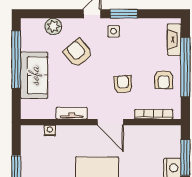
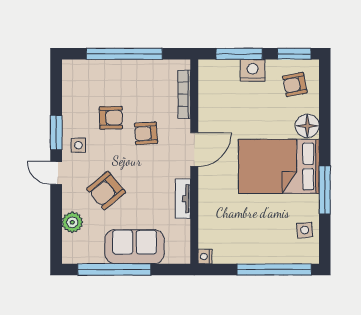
fireplace: (174, 40) -> (89, 68), removed
armchair: (164, 80) -> (111, 118), moved
nightstand: (50, 130) -> (205, 257), moved

